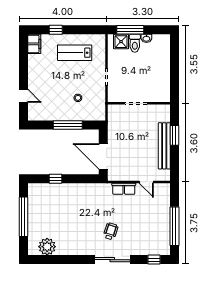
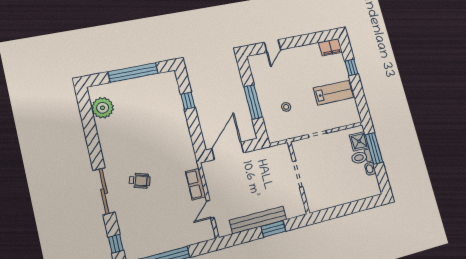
lab bench: (75, 53) -> (333, 93), turned 90

